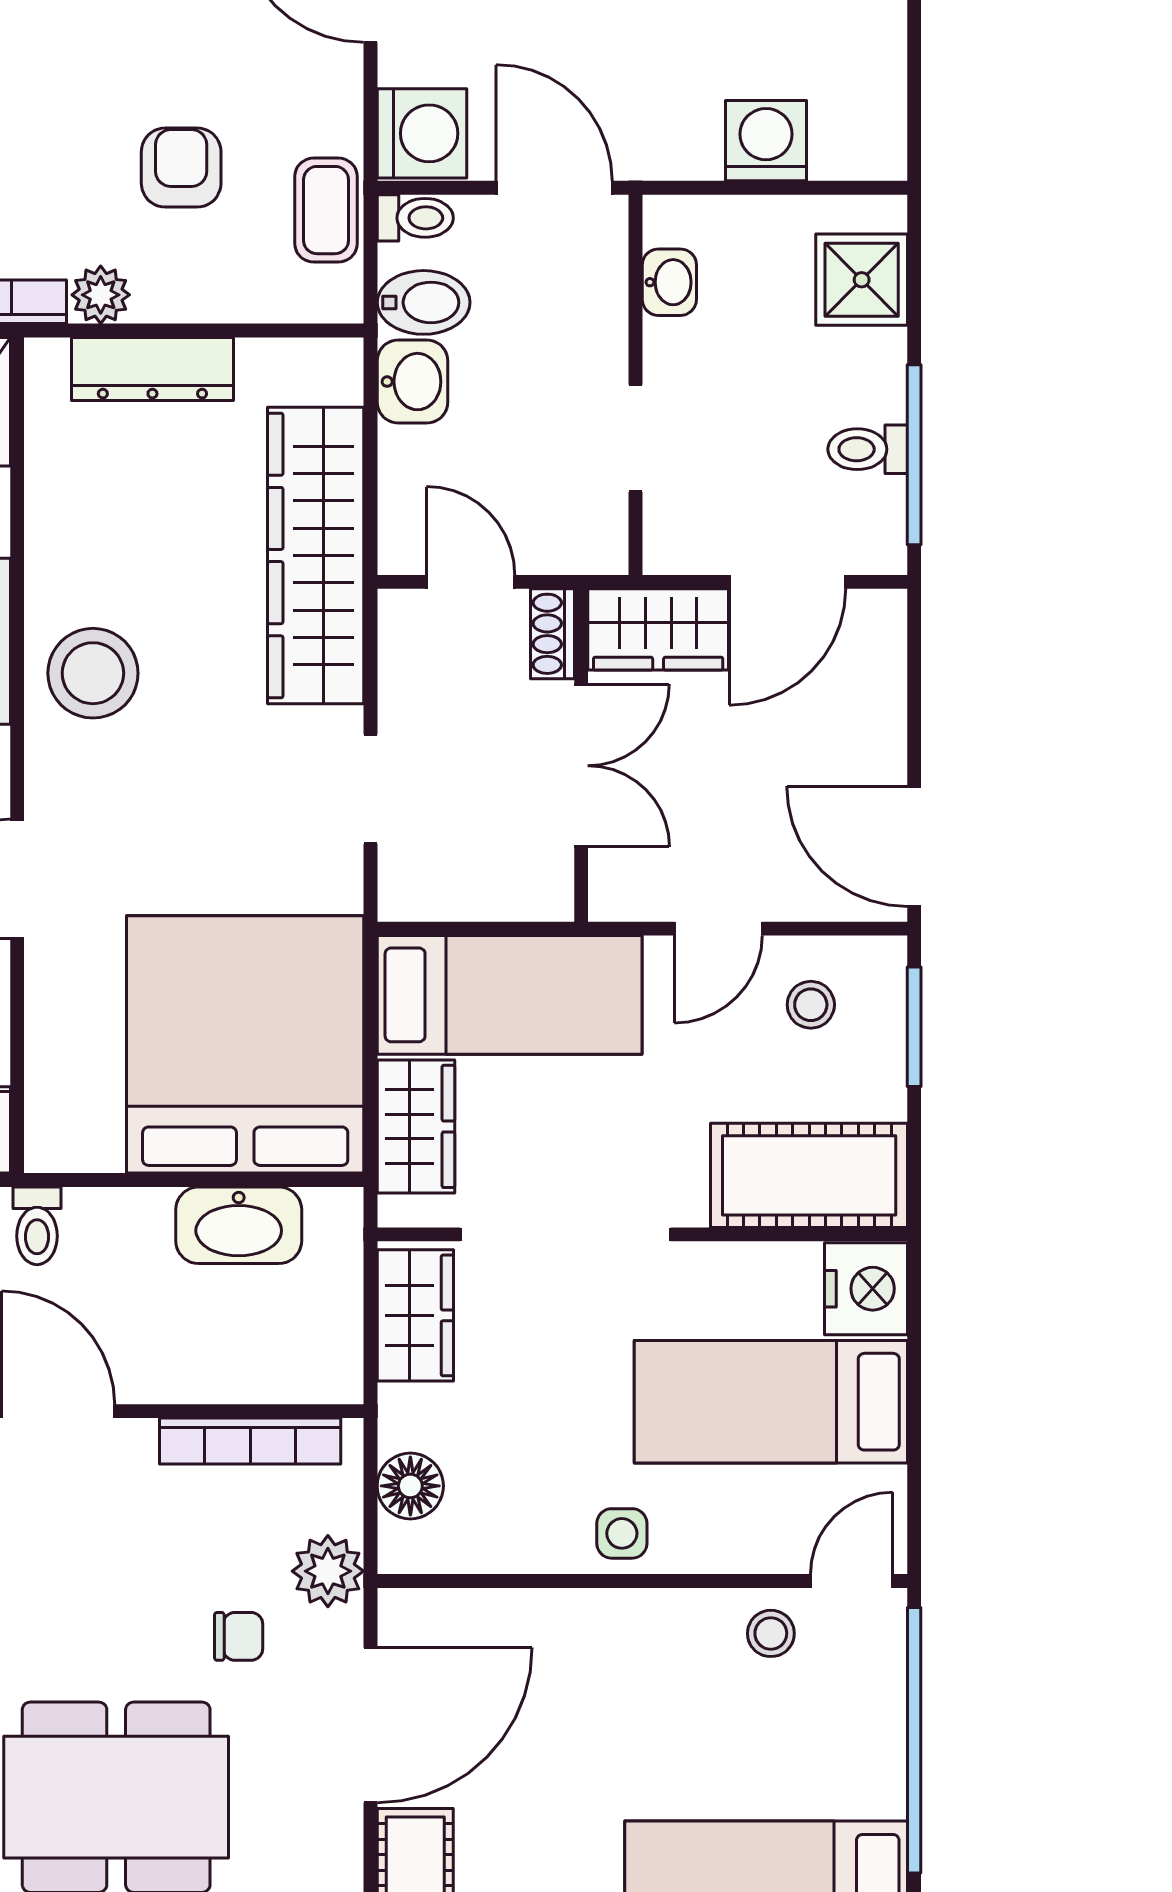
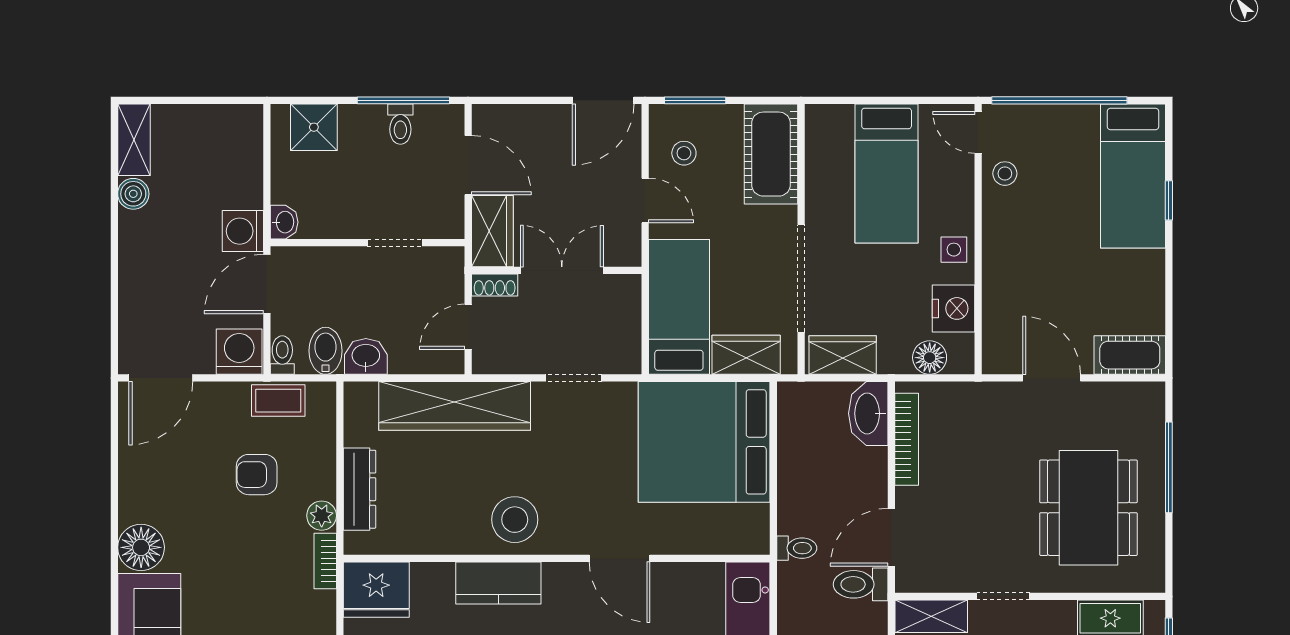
washing machine: (766, 141) -> (243, 231), moved
washbasin: (669, 282) -> (284, 222), moved, turned 90
washbasin: (239, 1225) -> (868, 413), moved, turned 180
nightstand: (866, 1289) -> (954, 308), moved, turned 90
plant: (328, 1571) -> (973, 400), removed
chair: (239, 1636) -> (1006, 445), removed
door: (370, 1725) -> (1052, 378), width x0.73

